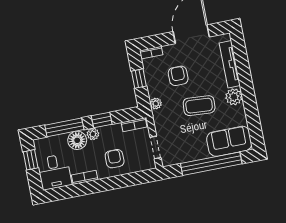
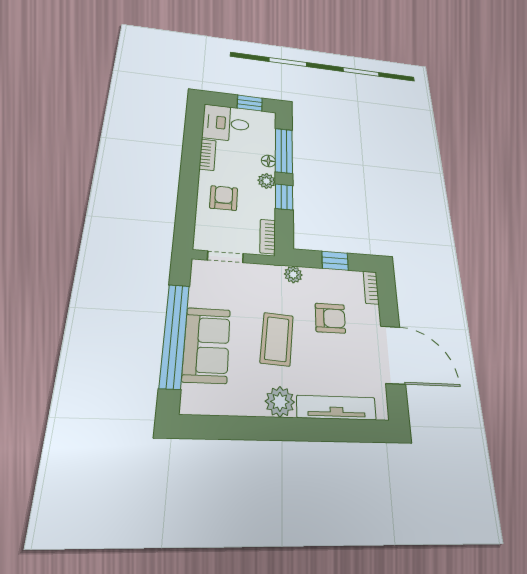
floor lamp: (77, 140) -> (269, 161), width x0.53, depth x0.53
sofa: (229, 141) -> (207, 345), moved
armchair: (115, 159) -> (224, 198), turned -90

